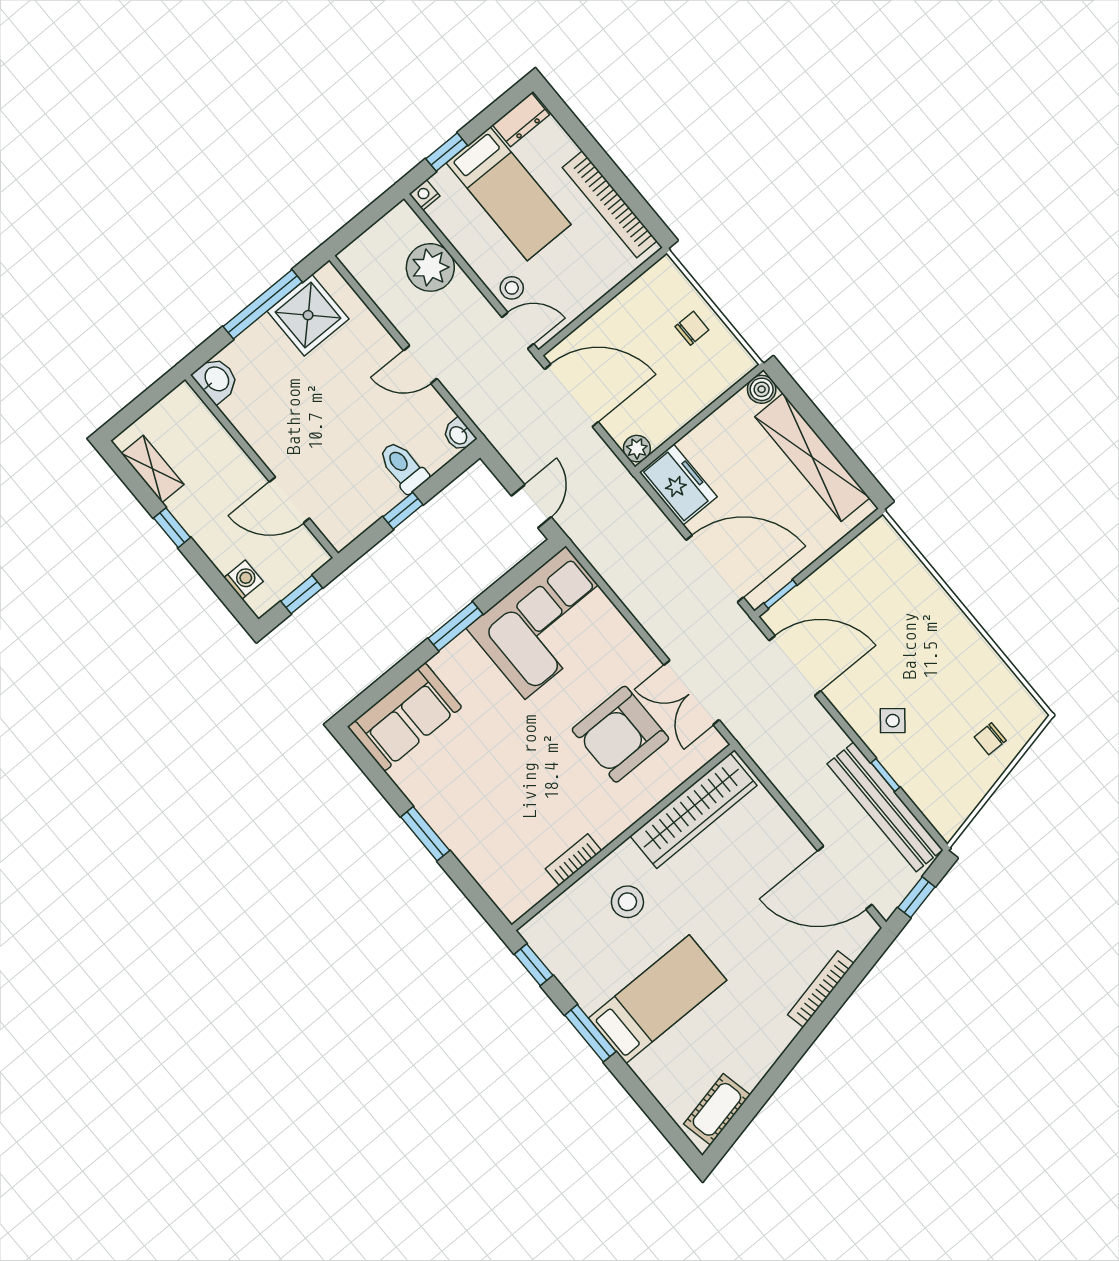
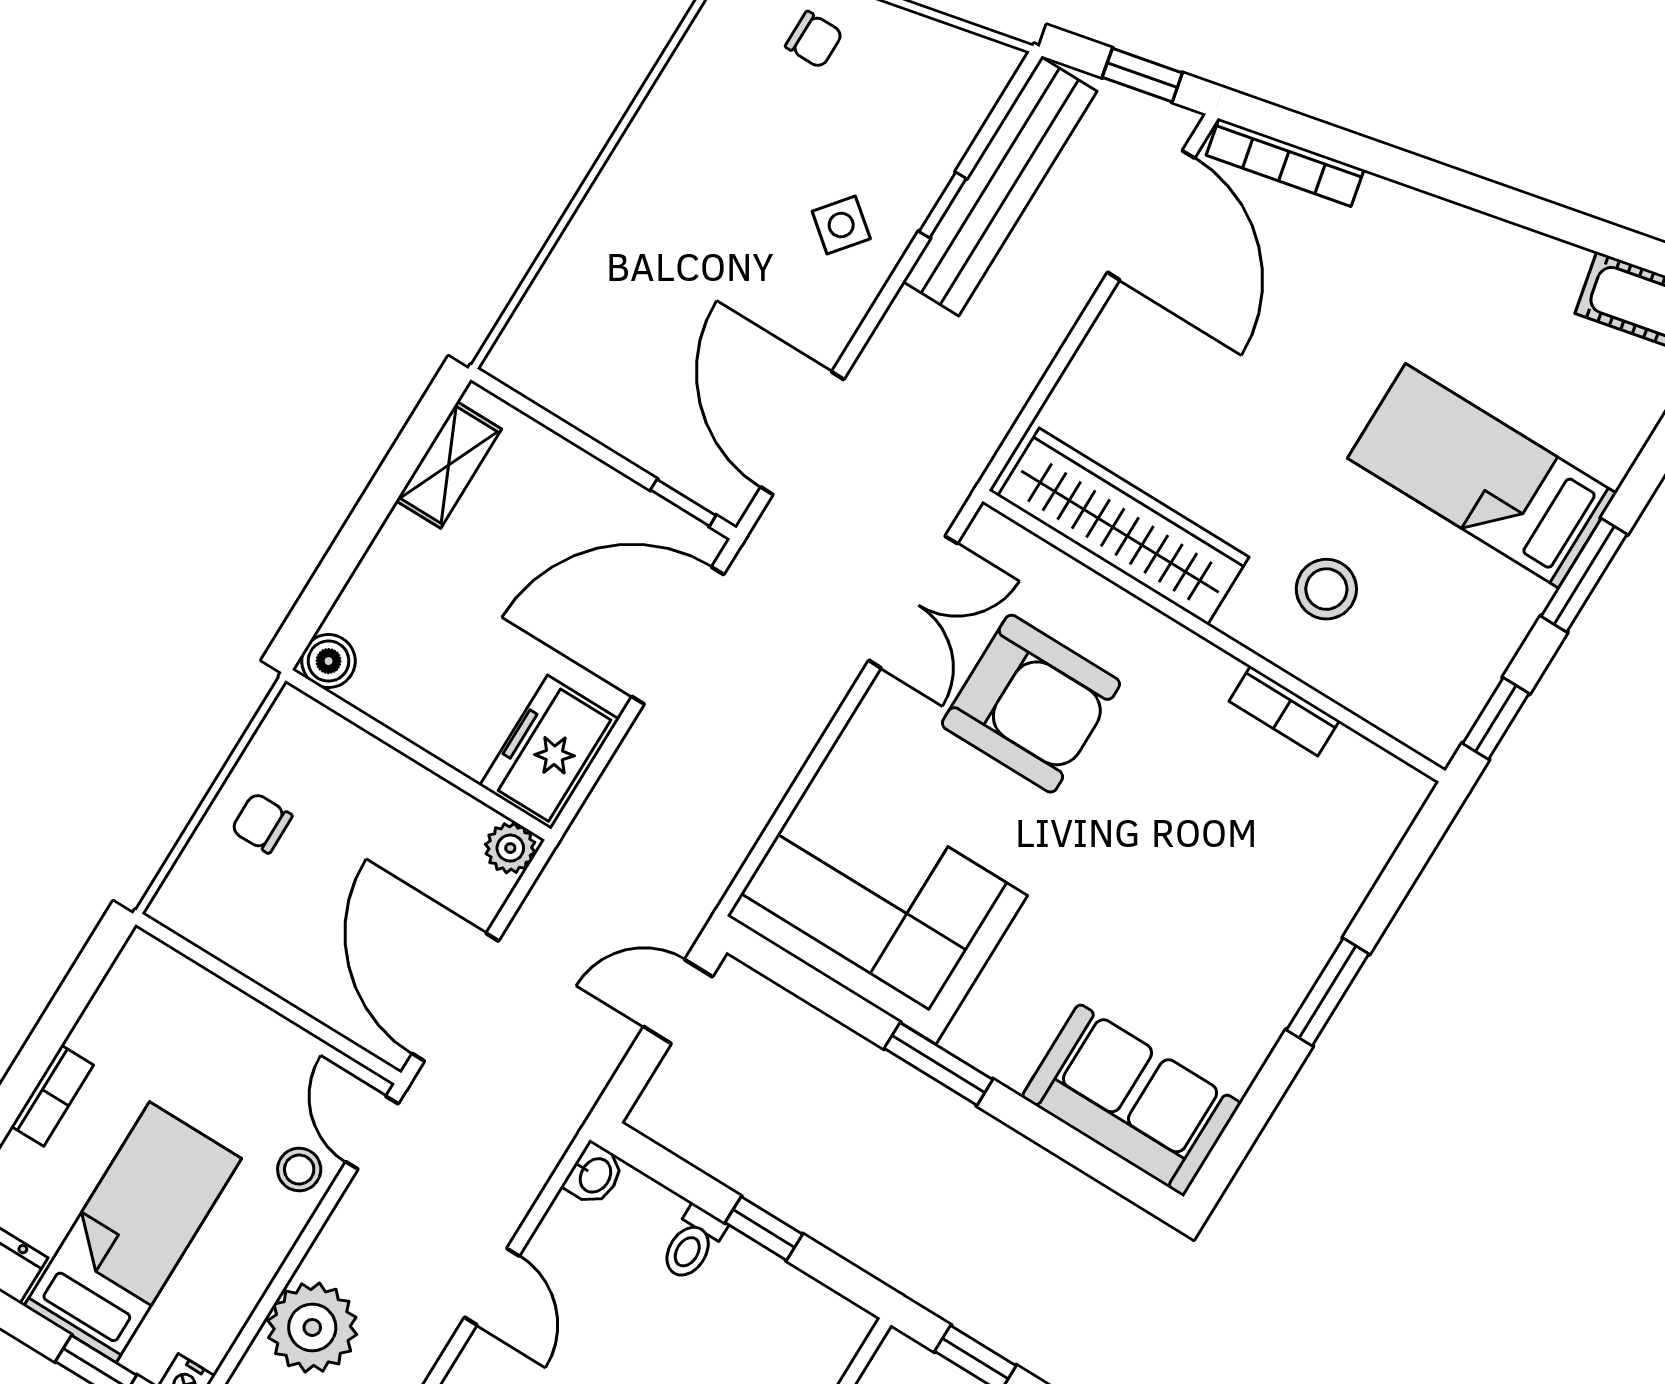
bookcase: (610, 204) -> (52, 1096), width x0.43, depth x0.76
shelving: (812, 457) -> (449, 465), width x0.45, depth x0.75
toilet: (403, 467) -> (692, 1243), width x0.73, depth x0.72
door: (715, 569) -> (678, 636), hinge flipped
bookcase: (821, 989) -> (1285, 162), moved

